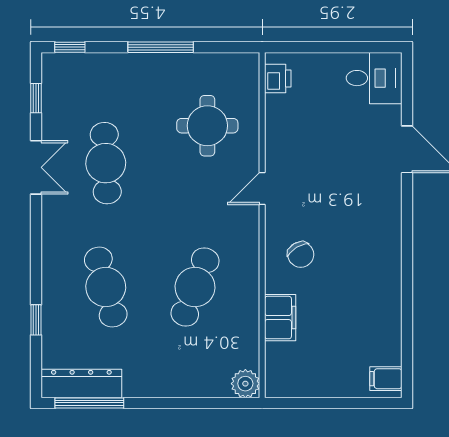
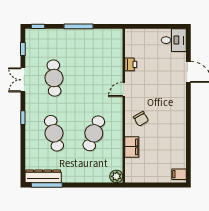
printer: (278, 78) -> (131, 64), moved
round table: (207, 126) -> (99, 61), removed
double door: (36, 167) -> (23, 80), swing flipped
window: (36, 320) -> (23, 118), moved

